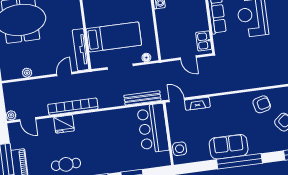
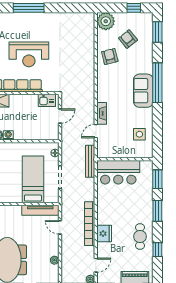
bar counter: (153, 128) -> (118, 172), moved
wall: (168, 134) -> (125, 159), moved

